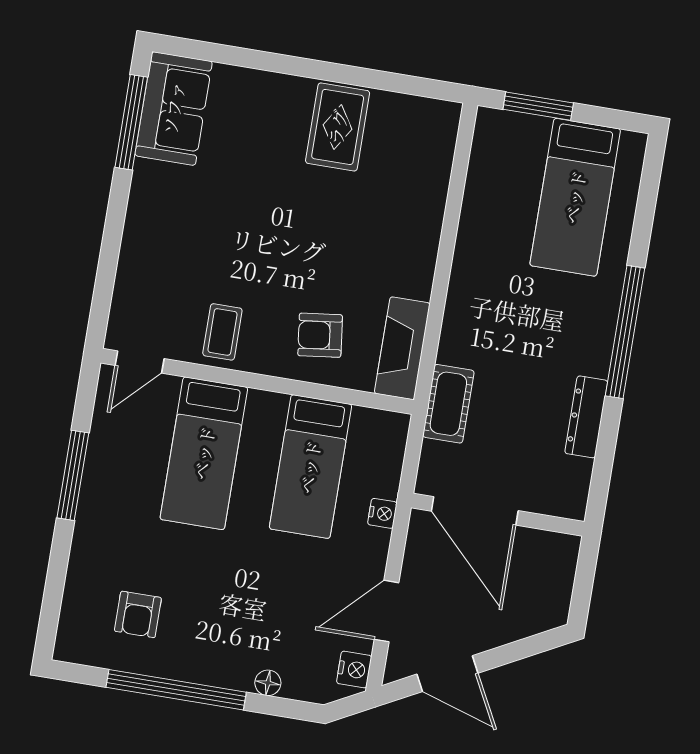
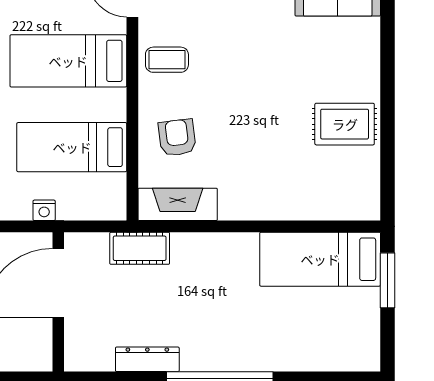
bed: (575, 197) -> (320, 259), moved

